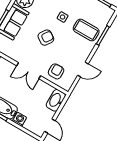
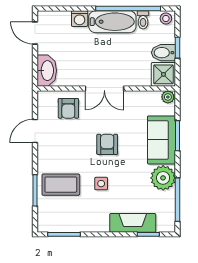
armchair: (46, 38) -> (107, 144), turned 146
double door: (29, 71) -> (104, 88), swing flipped

